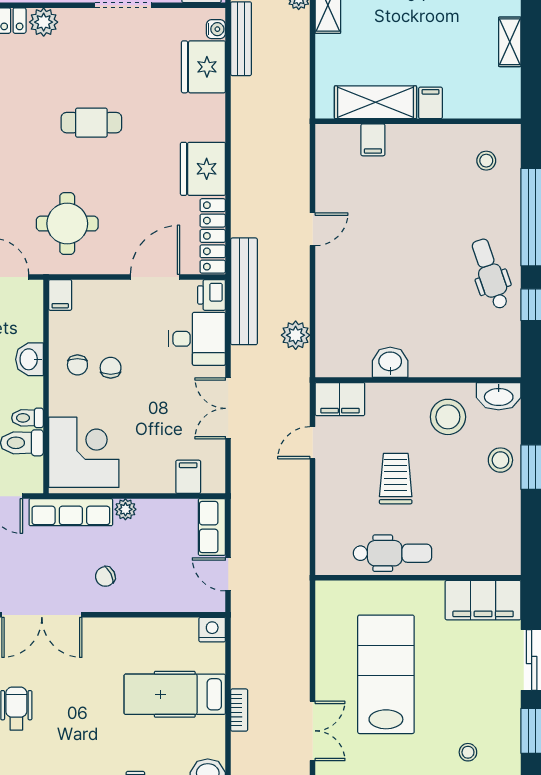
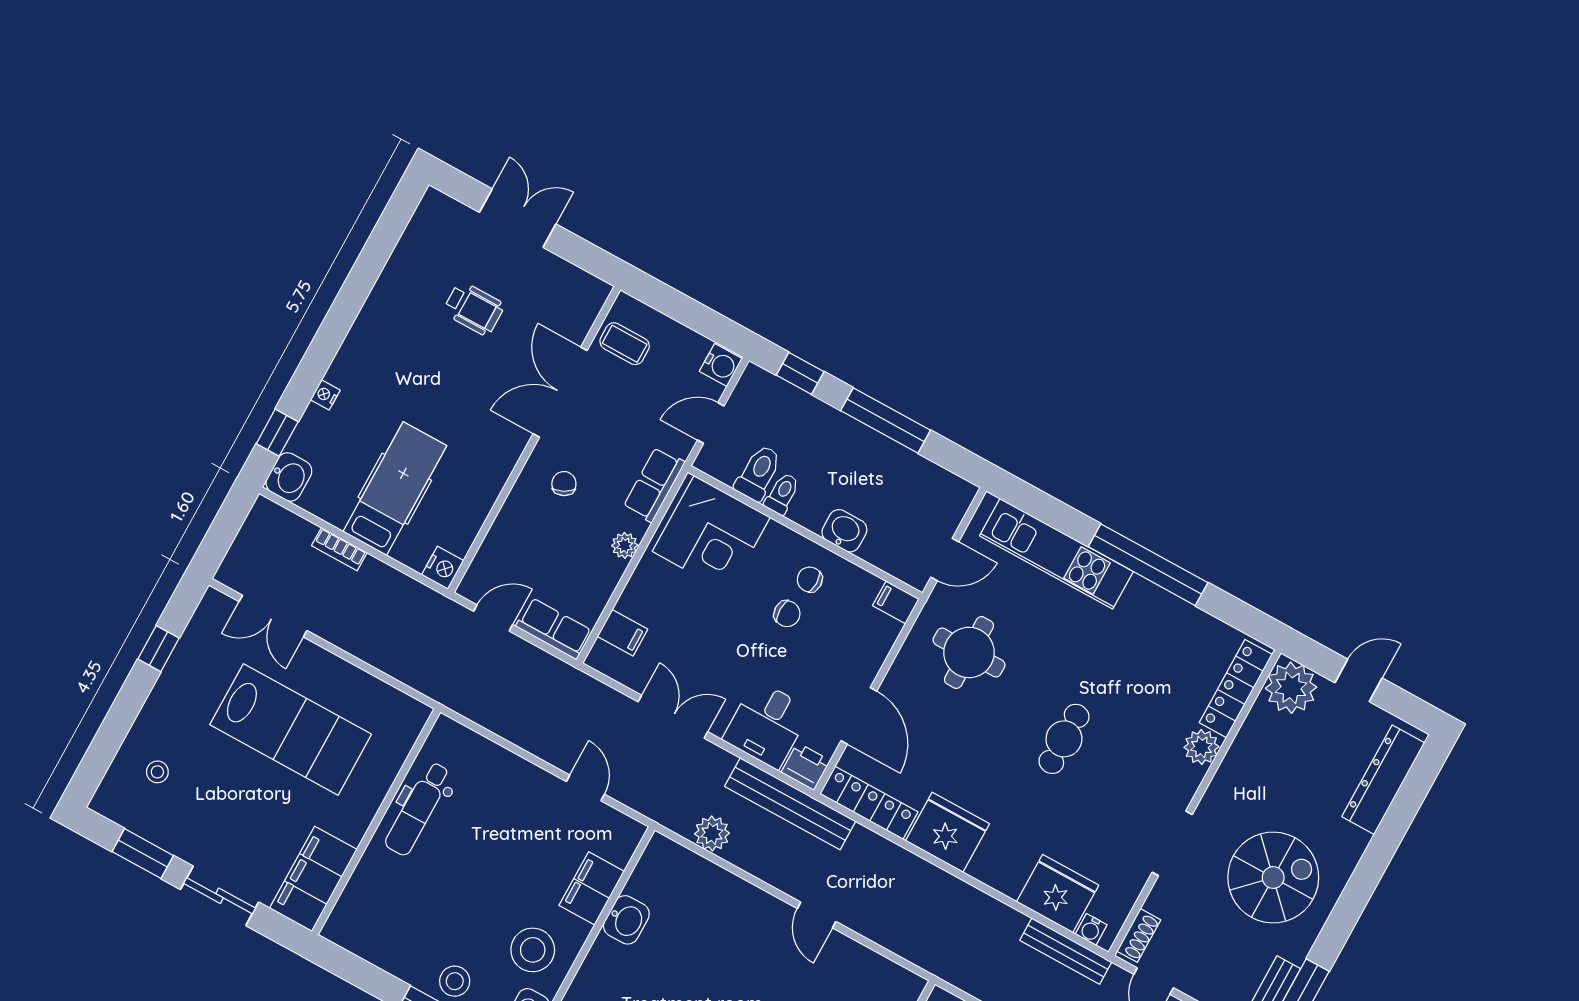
filing cabinet: (340, 399) -> (592, 888), moved
trolley: (396, 479) -> (497, 857), removed
row of seats: (71, 512) -> (654, 485), width x0.68

